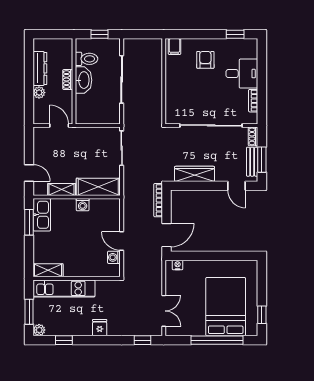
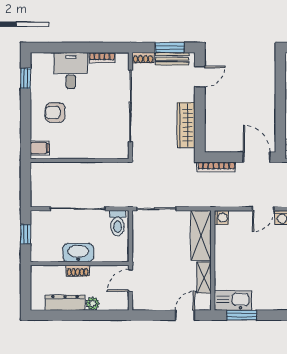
toilet: (86, 59) -> (118, 223), moved, turned 180
washing machine: (83, 205) -> (221, 218), moved

